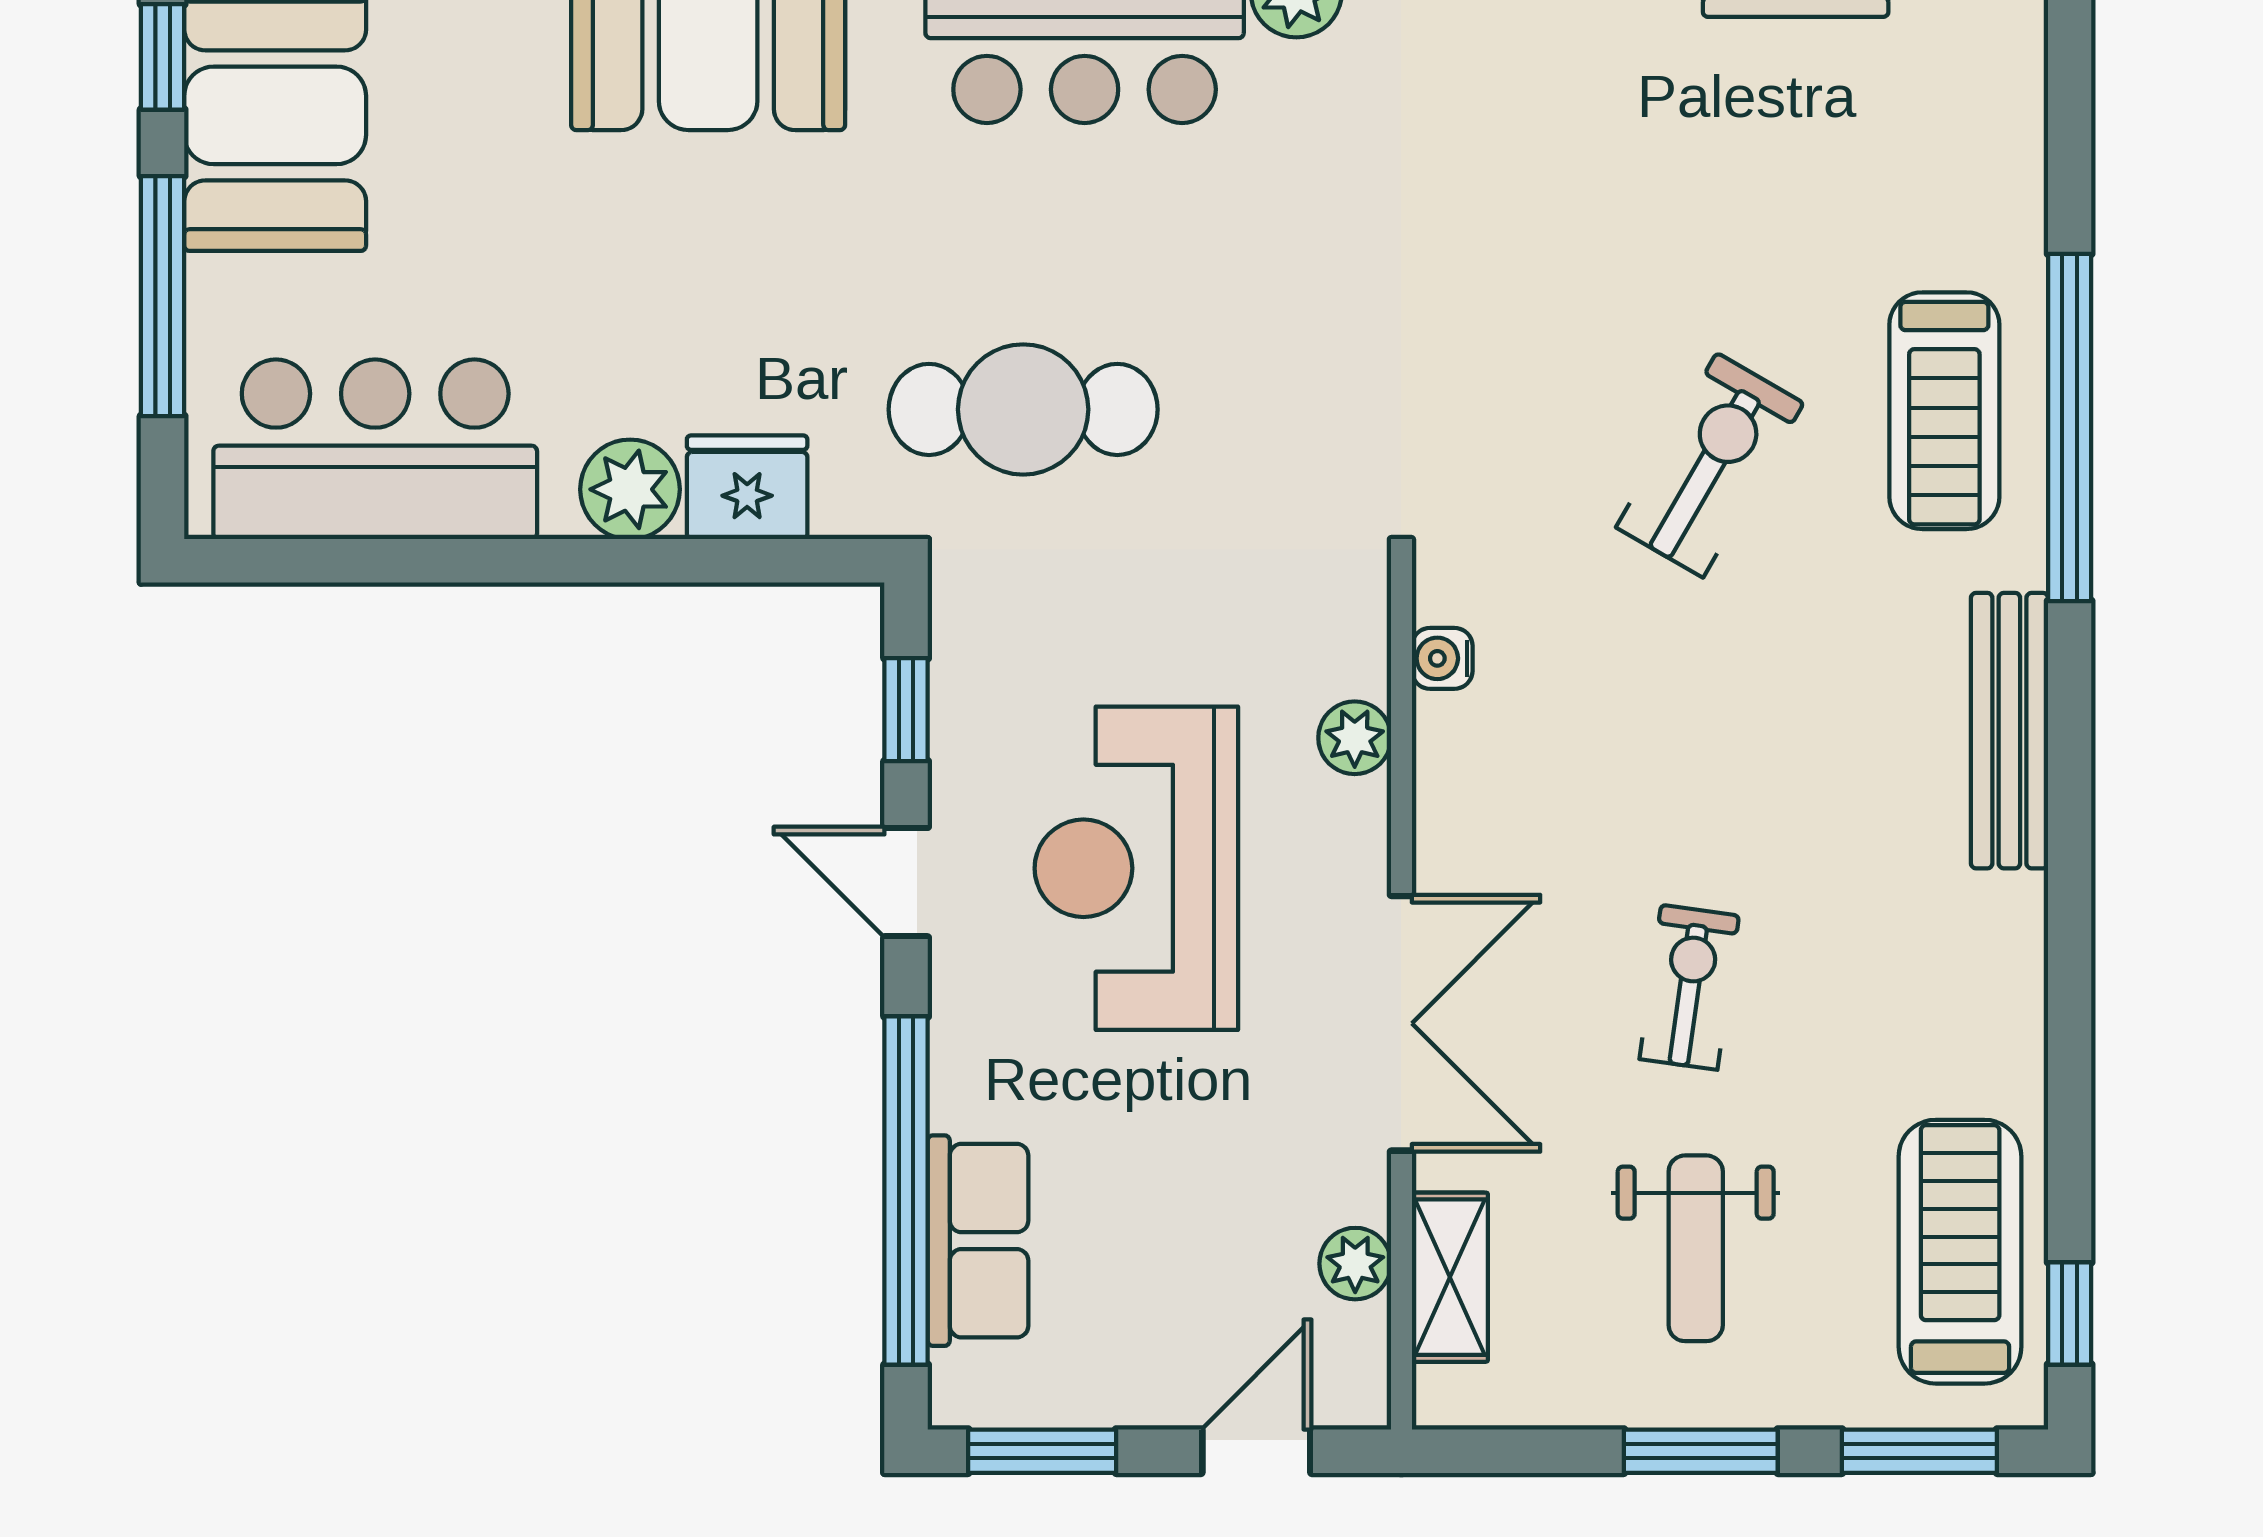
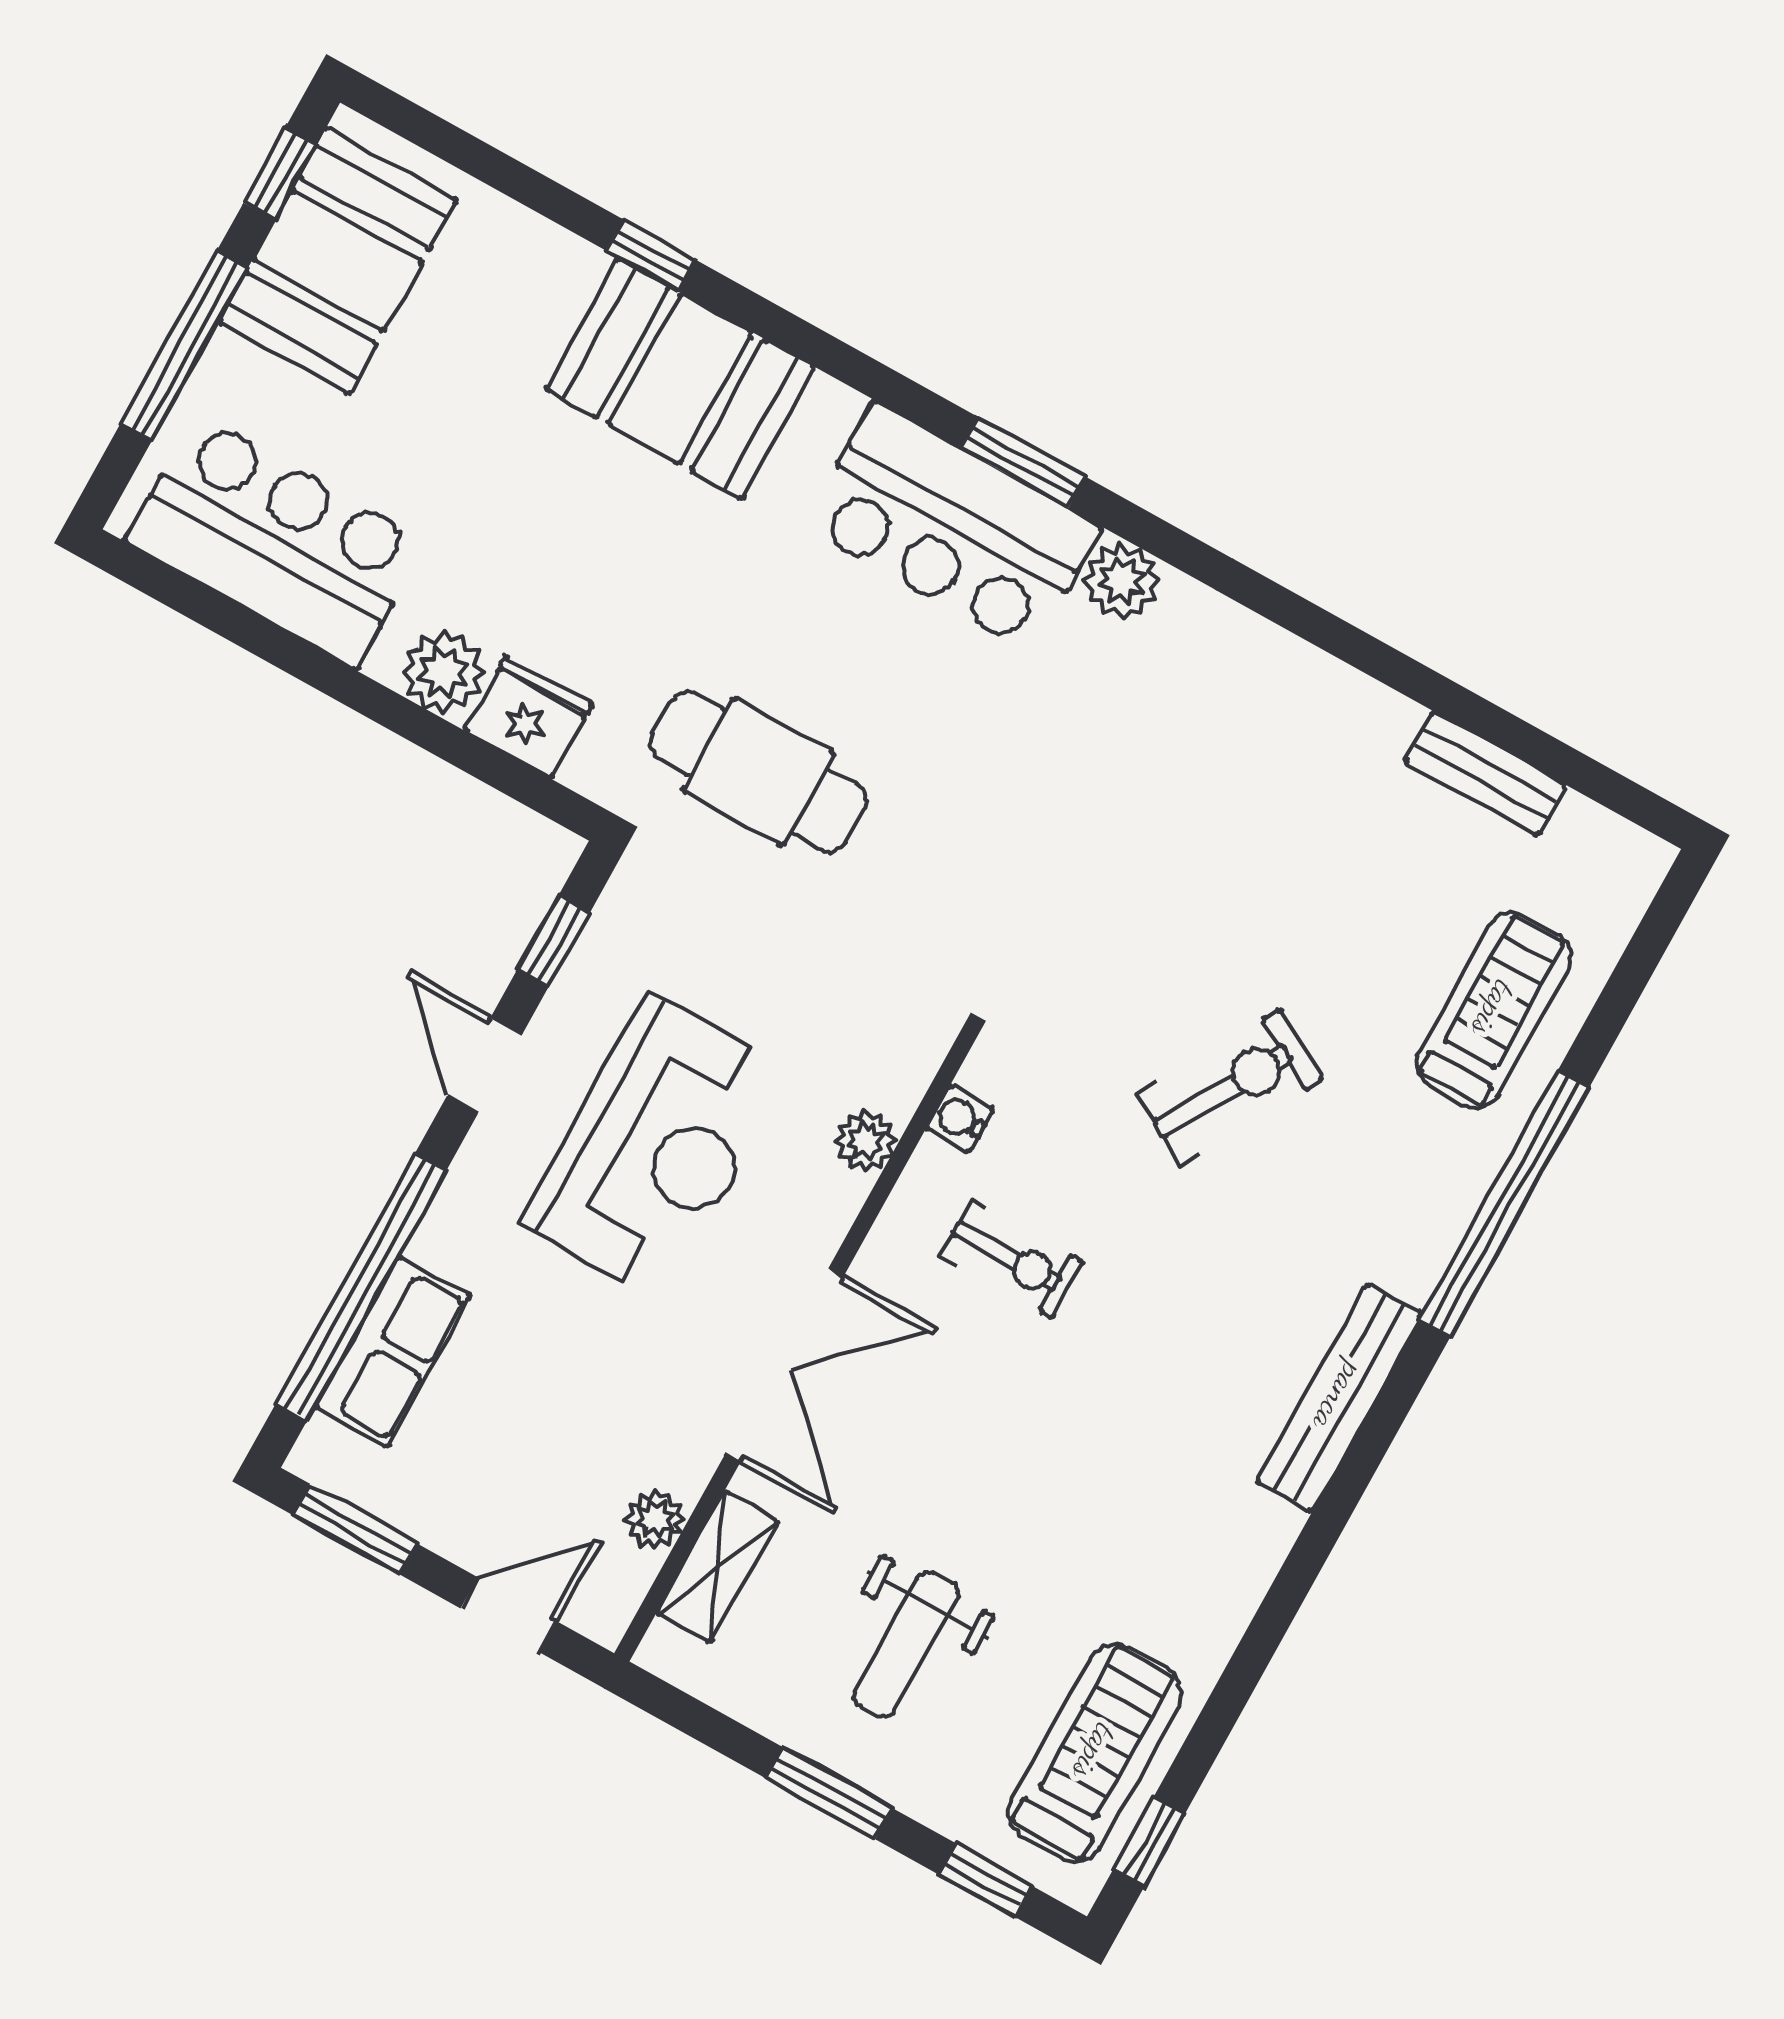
treadmill: (1944, 411) -> (1494, 1010), moved, turned 180
reception desk: (1136, 868) -> (656, 1147), turned 180
exercise bike: (1689, 987) -> (1012, 1259), moved, turned 82
window: (1919, 1451) -> (986, 1880), width x0.67

